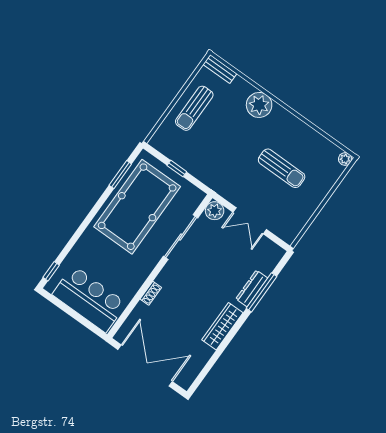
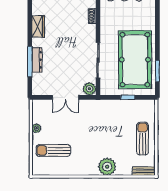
plant: (345, 159) -> (37, 128), moved
sun lounger: (282, 168) -> (53, 150), moved
double door: (250, 221) -> (66, 97), swing flipped
wardrobe: (222, 326) -> (38, 27), width x0.67

